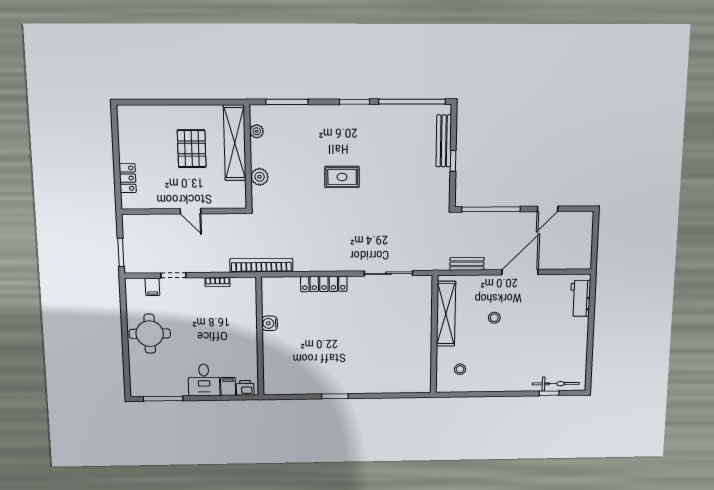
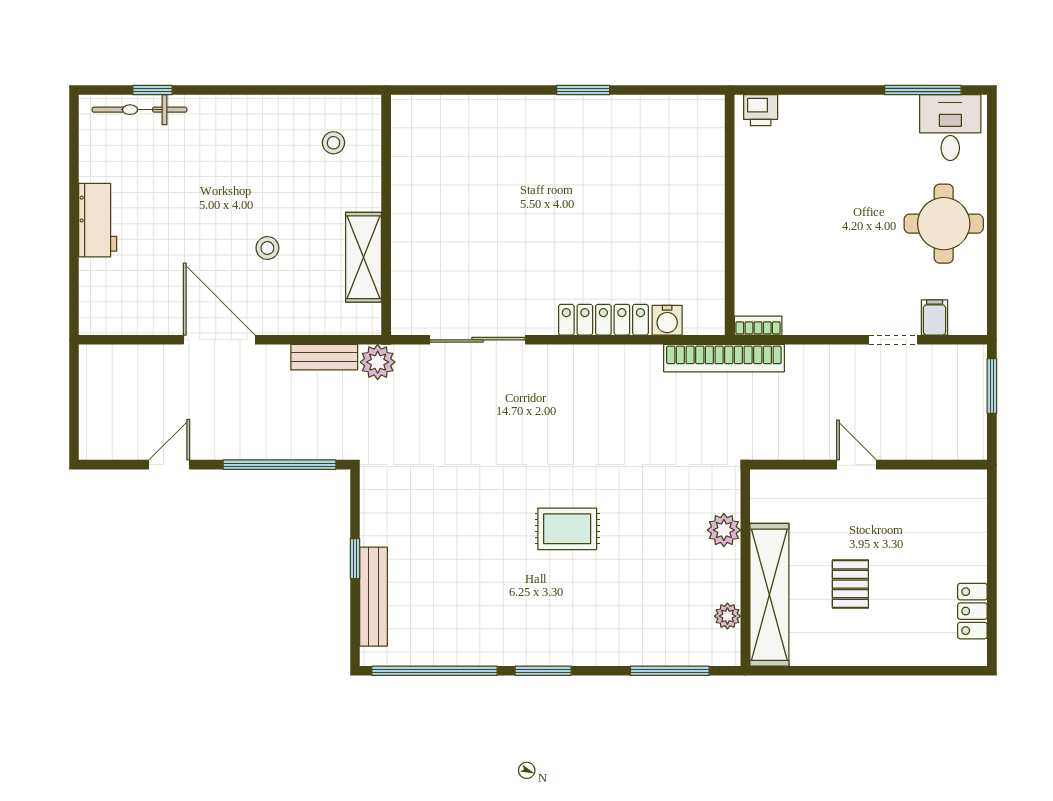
pallet: (192, 149) -> (850, 584), width x0.67, depth x0.71
locker: (128, 178) -> (972, 611), moved
plant: (440, 262) -> (378, 362), added
door: (520, 272) -> (219, 340), swing flipped
bookcase: (217, 282) -> (758, 326), moved
workbench: (580, 298) -> (98, 220), moved
shelving: (446, 314) -> (364, 257), width x0.68
water cooler: (270, 323) -> (667, 320), moved, turned 90
desk: (204, 380) -> (950, 128), moved
filing cabinet: (228, 386) -> (794, 113), removed

